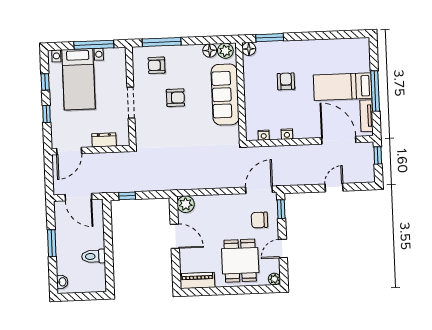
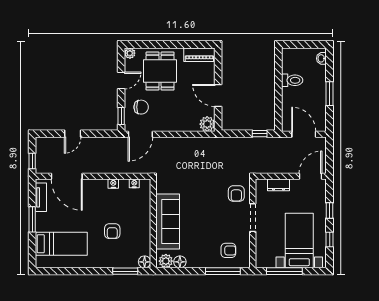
bed: (343, 87) -> (61, 244), moved
window: (375, 91) -> (32, 219), width x0.69
armchair: (175, 98) -> (236, 194), moved, turned -90

